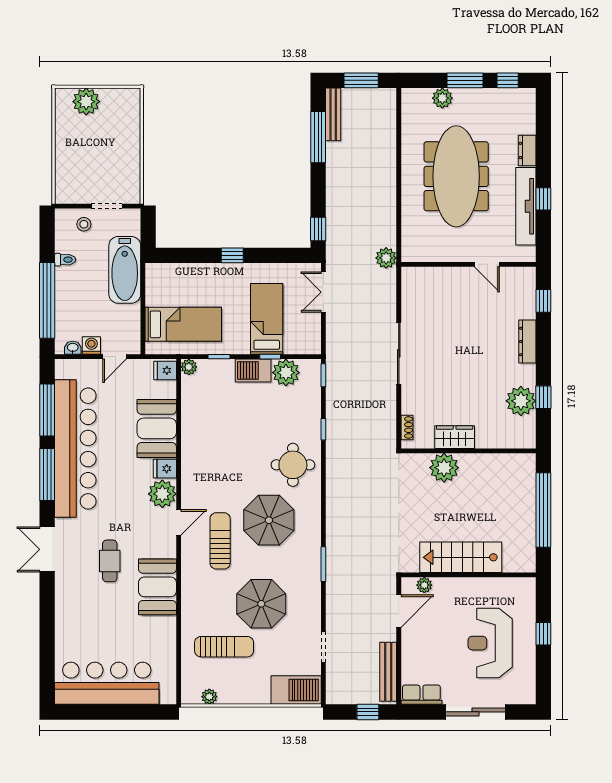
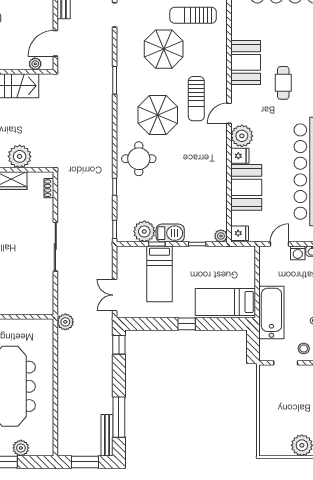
double door: (323, 292) -> (115, 295), swing flipped
bed: (183, 324) -> (225, 302), moved

